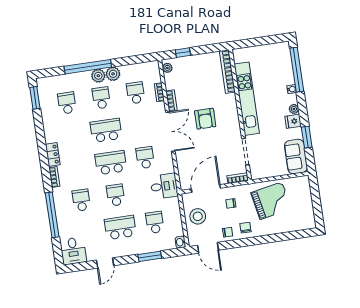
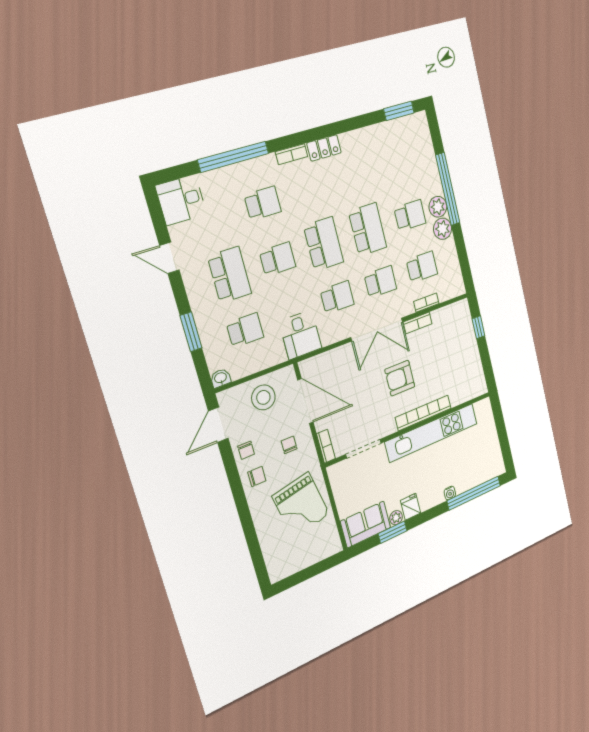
plant: (167, 68) -> (458, 308), removed
bookcase: (227, 72) -> (423, 413), moved
school desk: (67, 103) -> (380, 282), moved
plant: (294, 109) -> (396, 518), moved

